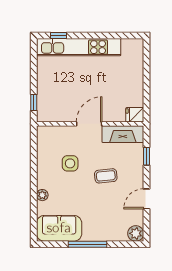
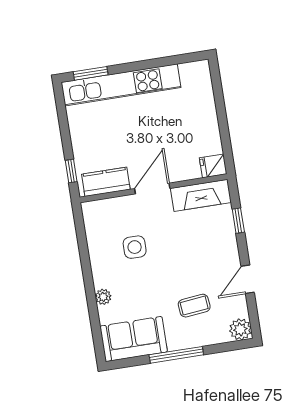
window: (59, 36) -> (91, 73), width x1.50
kitchen counter: (57, 114) -> (106, 182), added
coffee table: (106, 176) -> (194, 306), moved

